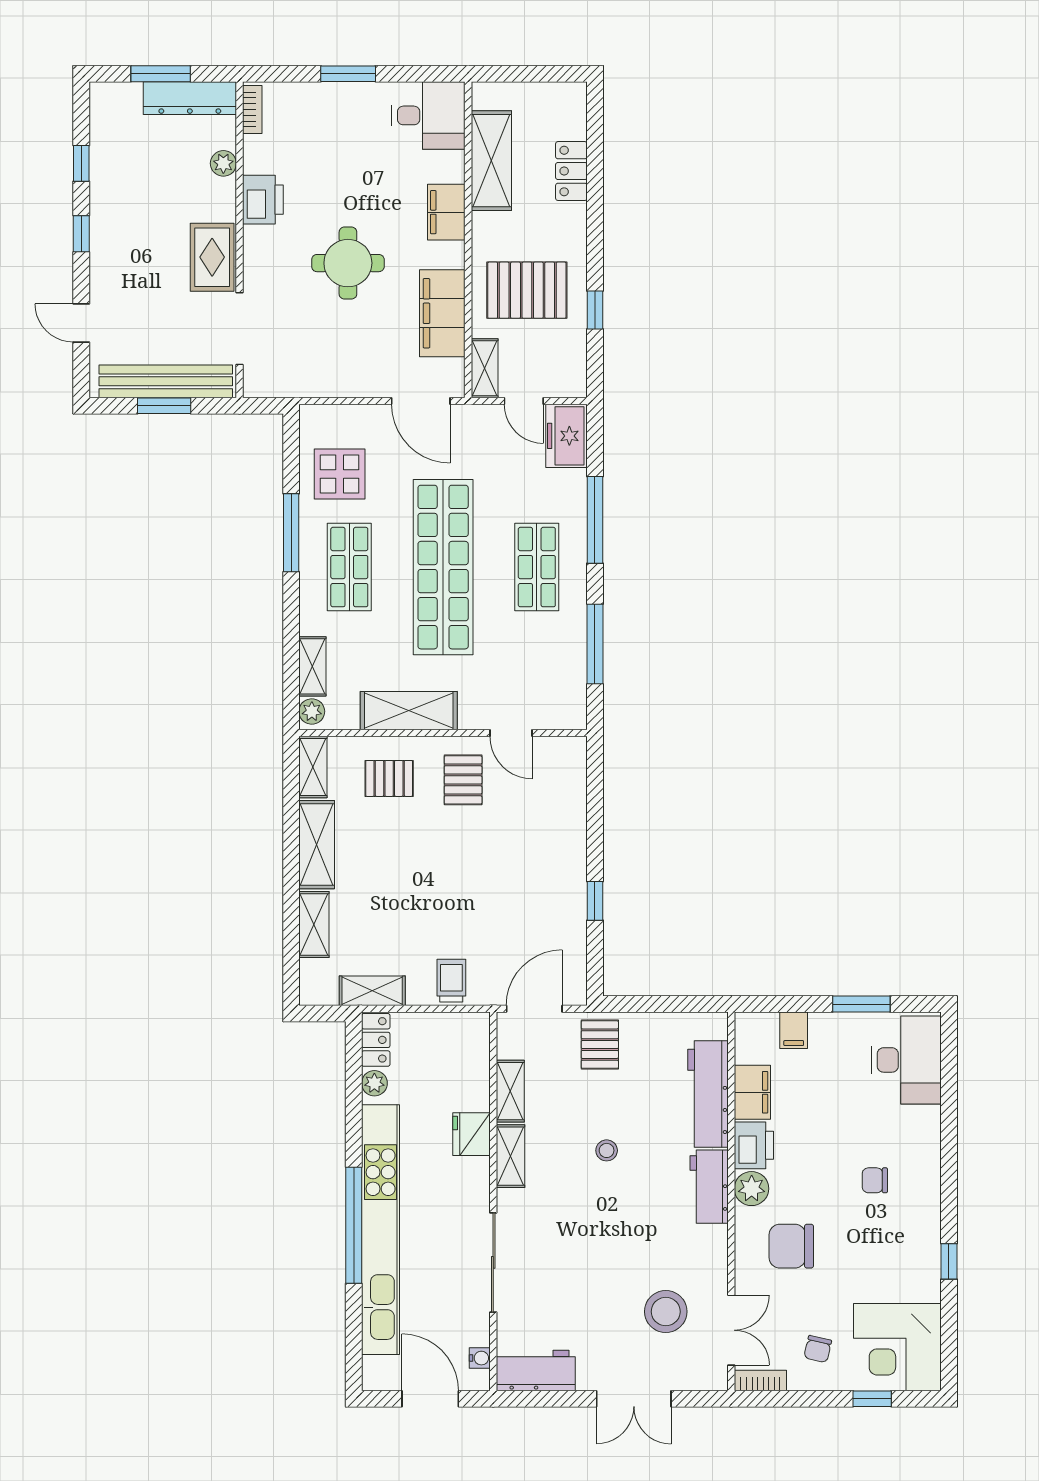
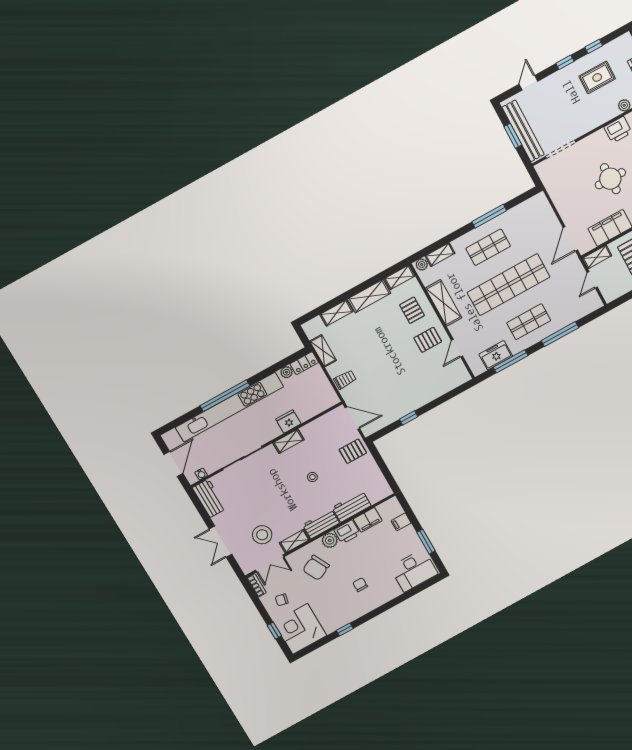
rug: (212, 257) -> (597, 77), moved
freezer: (567, 436) -> (496, 355), moved
display table: (340, 474) -> (523, 223), removed
shelving: (510, 1091) -> (295, 541), moved
workbench: (708, 1094) -> (352, 507), width x0.73
chair: (791, 1246) -> (316, 568), turned -116

